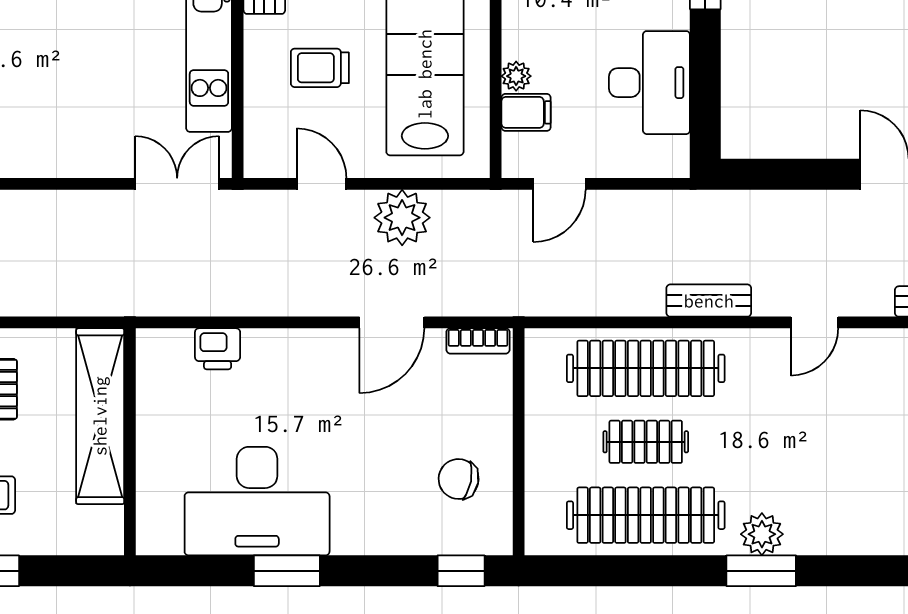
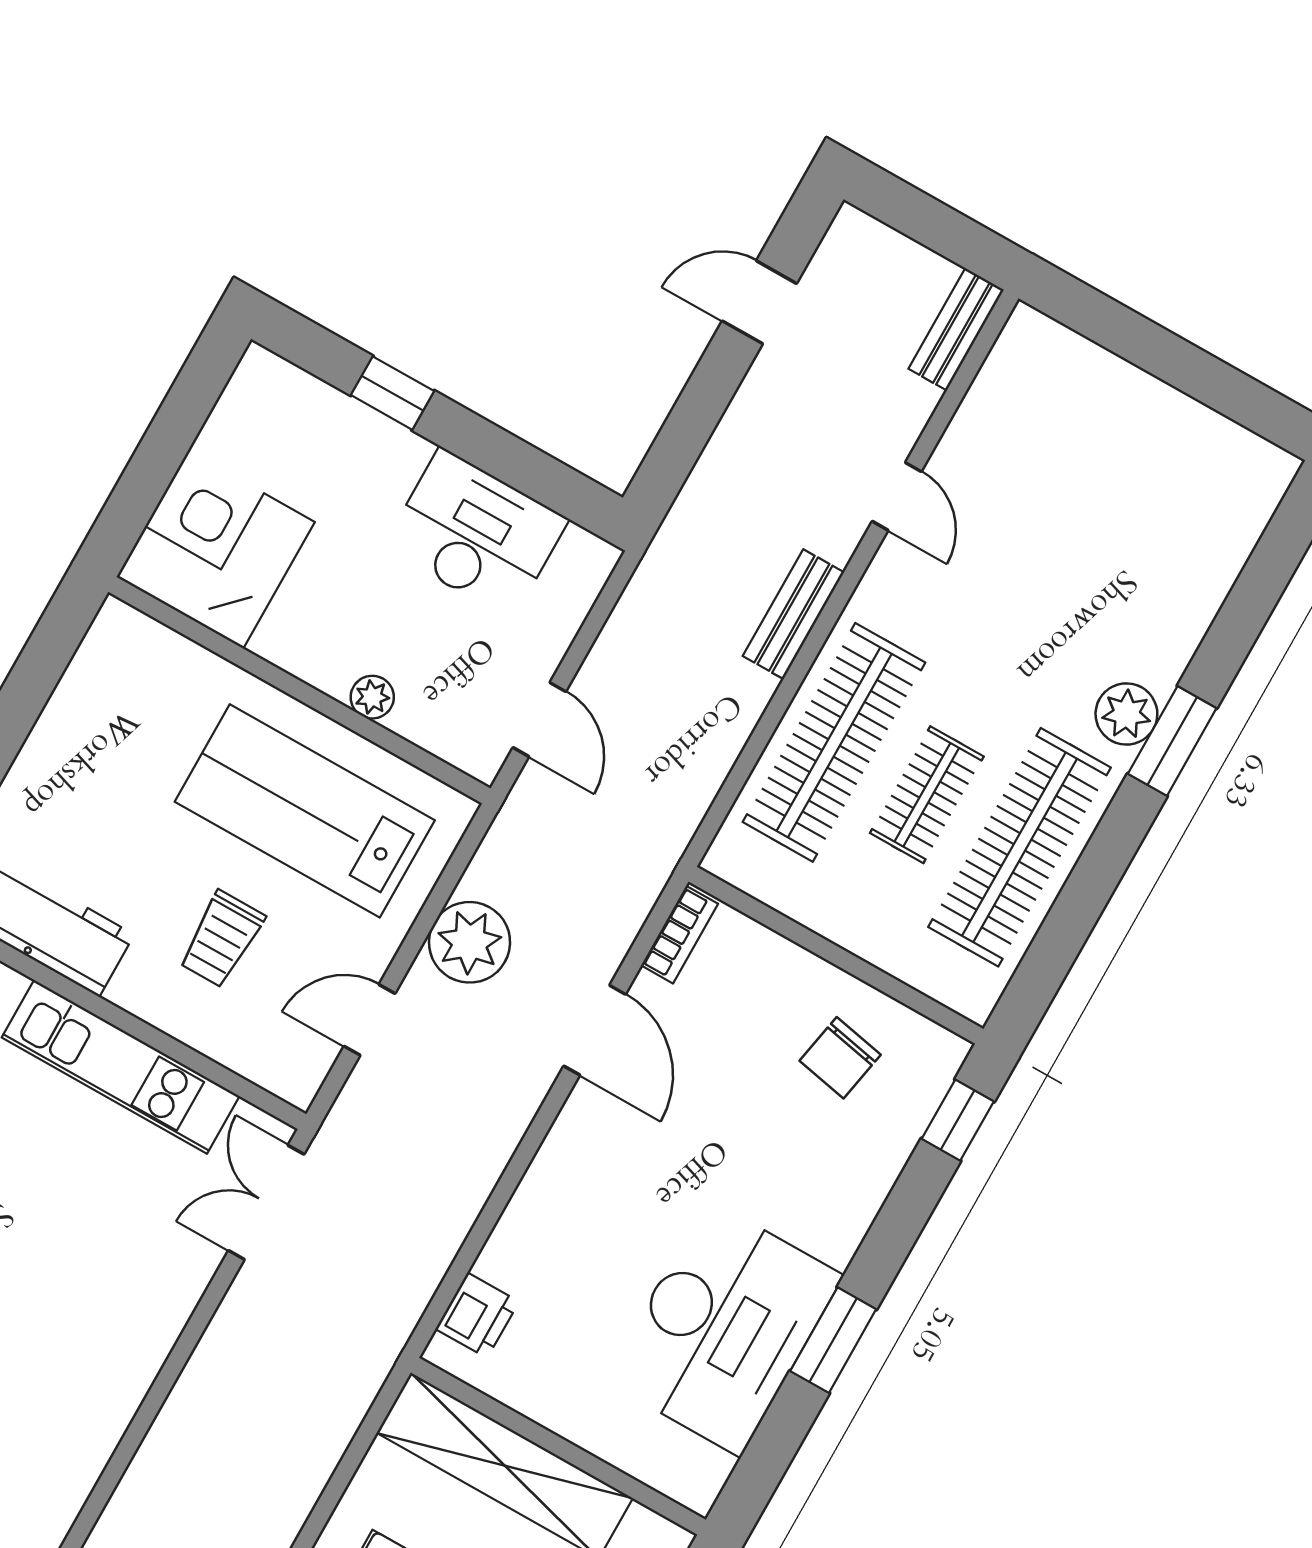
filing cabinet: (526, 112) -> (425, 711), removed
printer: (218, 349) -> (477, 1315), moved

